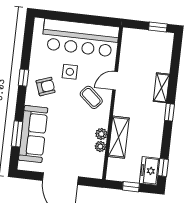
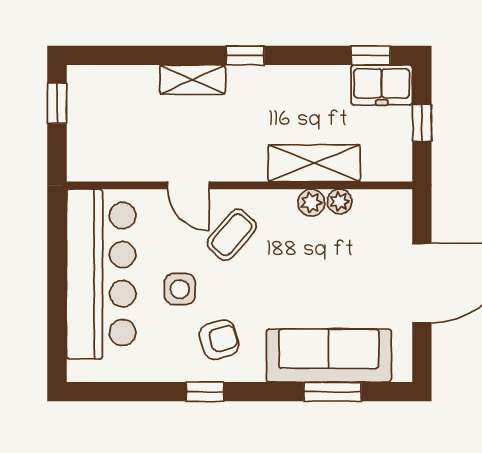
armchair: (46, 87) -> (219, 340), turned 93

